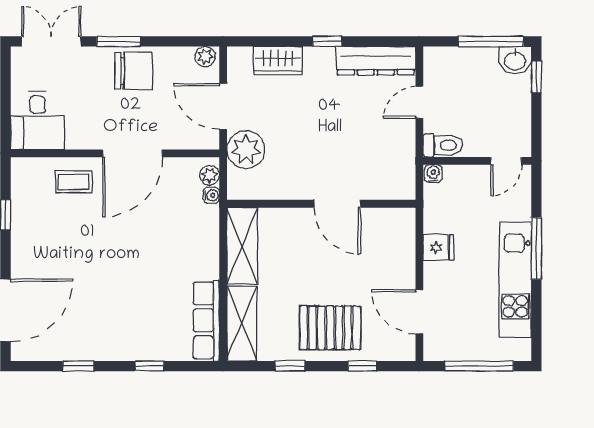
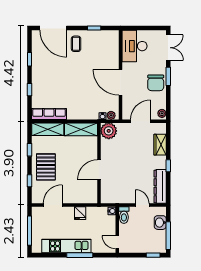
washbasin: (515, 60) -> (160, 223), moved
desk: (38, 121) -> (135, 46), width x1.37
plant: (246, 150) -> (109, 131), moved
coffee table: (74, 182) -> (76, 44), moved

